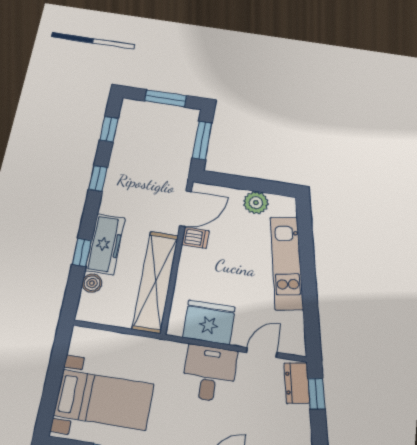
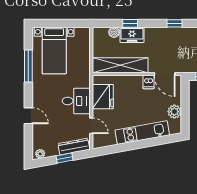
freezer: (105, 244) -> (132, 35), width x0.71
dresser: (297, 383) -> (74, 147), width x1.44
window: (316, 394) -> (65, 158), moved

